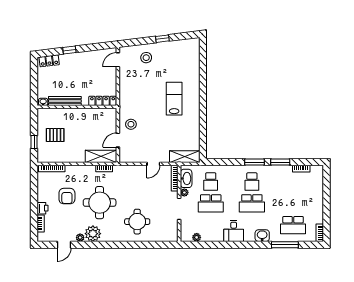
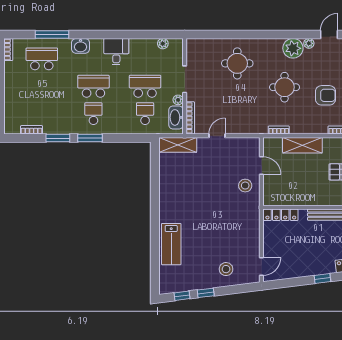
window: (181, 36) -> (182, 296), added
lab bench: (174, 99) -> (171, 244), moved
door: (118, 140) -> (261, 166), hinge flipped
shelving: (101, 156) -> (302, 145), moved
armchair: (67, 196) -> (326, 95), turned 90
round table: (100, 203) -> (285, 87), width x0.73, depth x0.73

